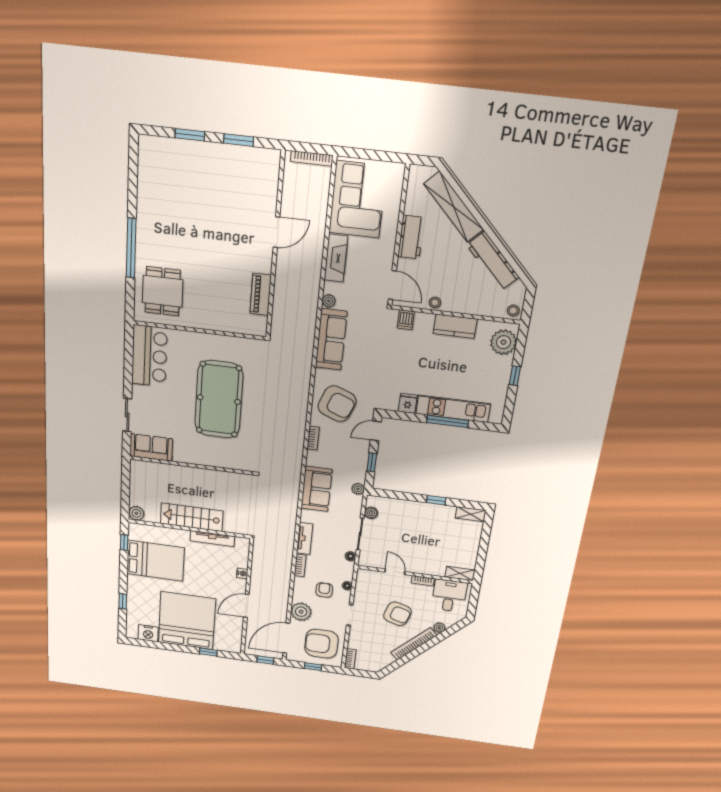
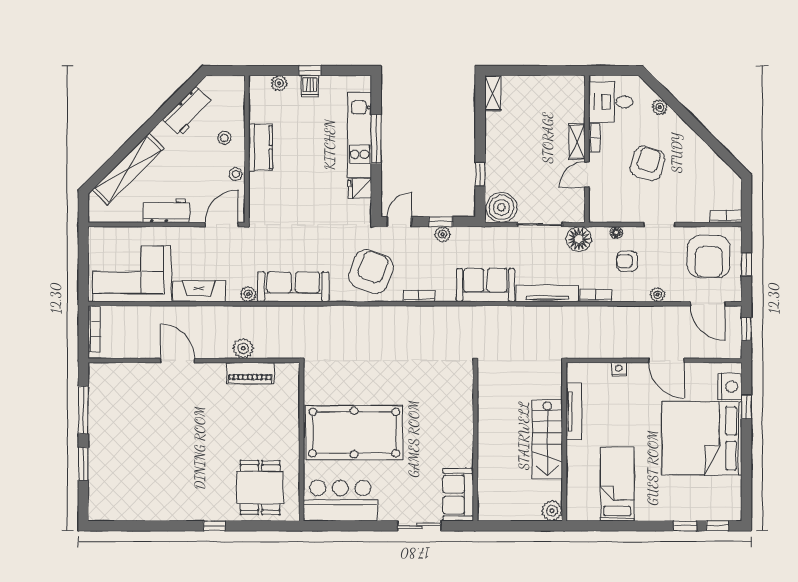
window: (239, 140) -> (83, 410), width x1.44
window: (131, 248) -> (214, 526), width x0.32
workbench: (493, 261) -> (188, 111), width x0.73
dining table: (163, 291) -> (260, 487), turned 90
plant: (282, 291) -> (243, 348), added
stool: (513, 311) -> (224, 138), moved
dishwasher: (406, 320) -> (310, 86), moved, turned 90
plant: (504, 342) -> (279, 83), width x0.53, depth x0.53
pool table: (219, 400) -> (354, 433), moved
door: (376, 431) -> (399, 222), swing flipped
plant: (358, 489) -> (442, 234), moved
window: (436, 500) -> (480, 174), moved
boiler: (371, 513) -> (501, 207), width x1.86, depth x1.86
tv unit: (305, 538) -> (547, 294), width x1.41
window: (124, 542) -> (718, 526), moved
floor lamp: (350, 556) -> (579, 239), width x1.89, depth x1.89
bed: (155, 561) -> (617, 484), width x0.67
shelving: (460, 574) -> (577, 141), moved
plant: (301, 612) -> (658, 295), width x0.53, depth x0.53
nightstand: (148, 633) -> (730, 387), moved
door: (286, 638) -> (708, 304), width x0.73
bookcase: (414, 644) -> (690, 137), removed

